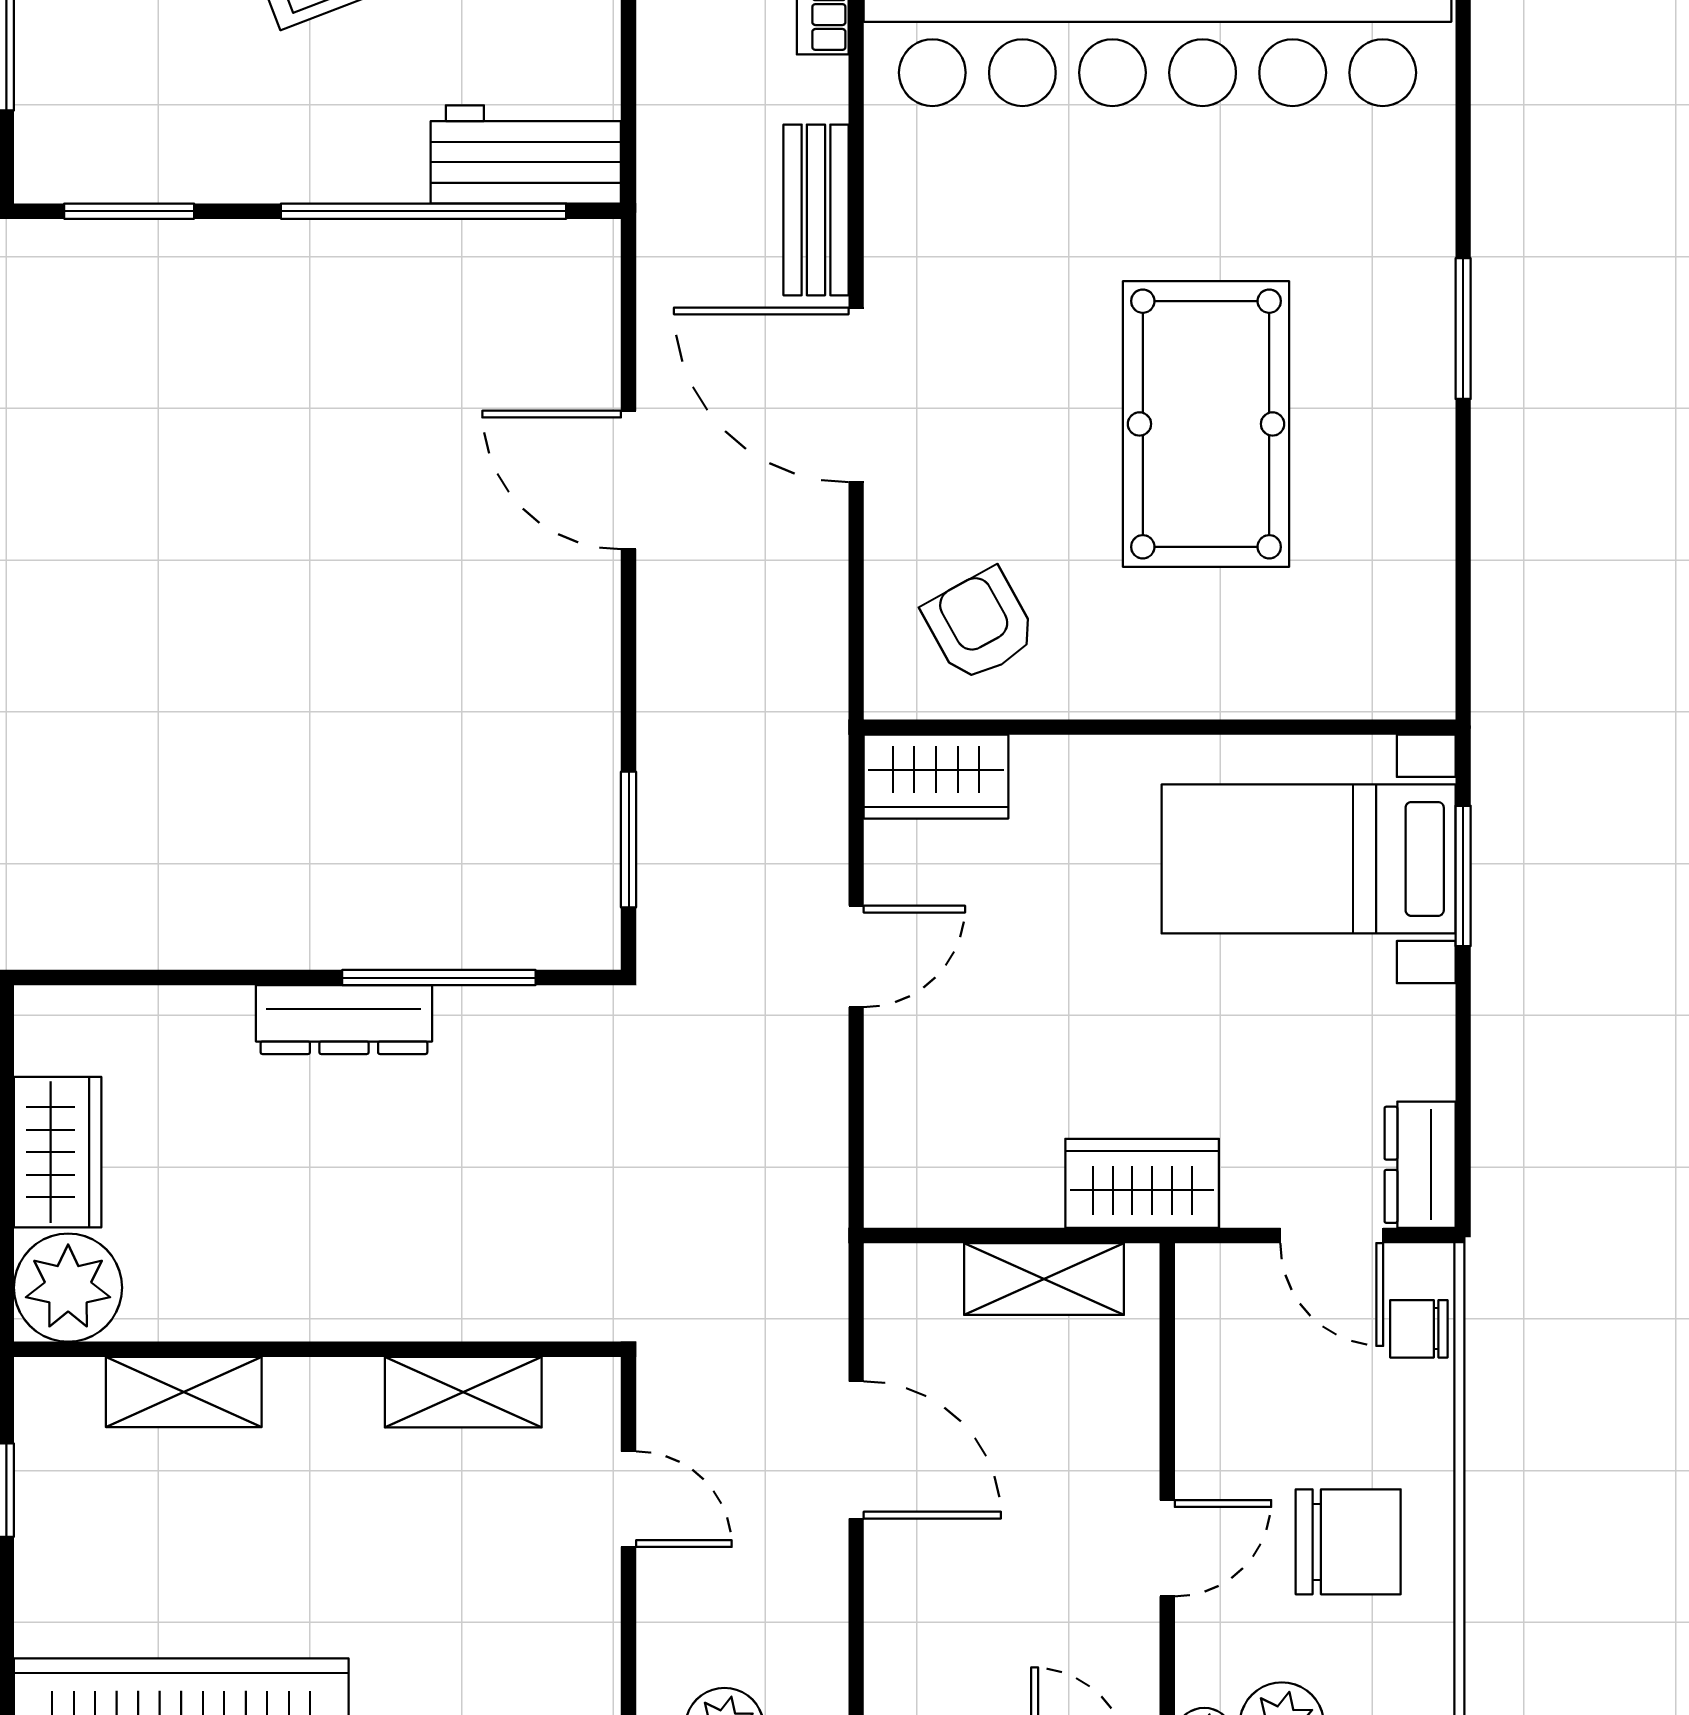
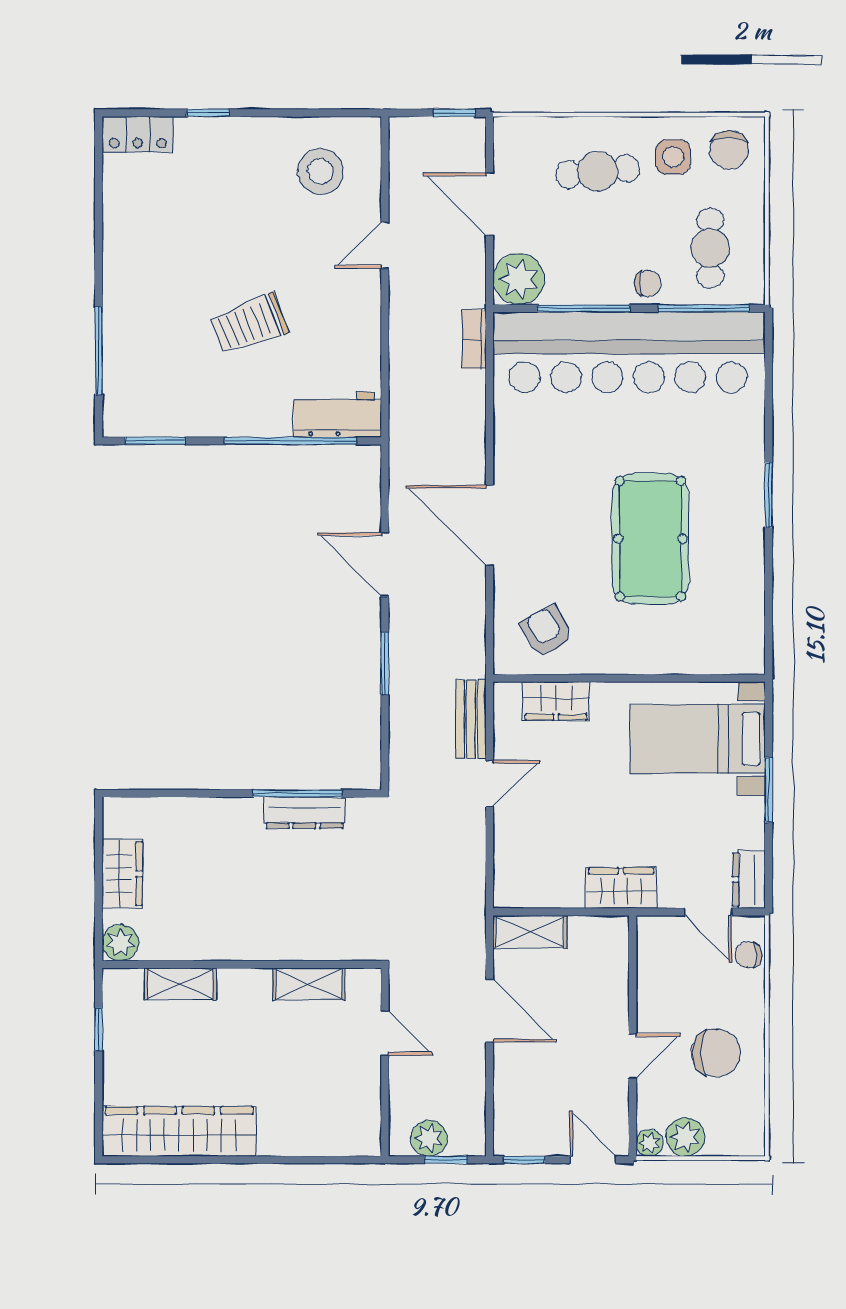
bench: (816, 210) -> (471, 719), moved
wardrobe: (936, 777) -> (556, 701), moved
window: (629, 840) -> (385, 663), moved
window: (1463, 876) -> (769, 790), moved
dresser: (344, 1020) -> (305, 813), moved
shelving: (1044, 1279) -> (530, 932), moved
plant: (68, 1288) -> (120, 943), width x0.73, depth x0.73

